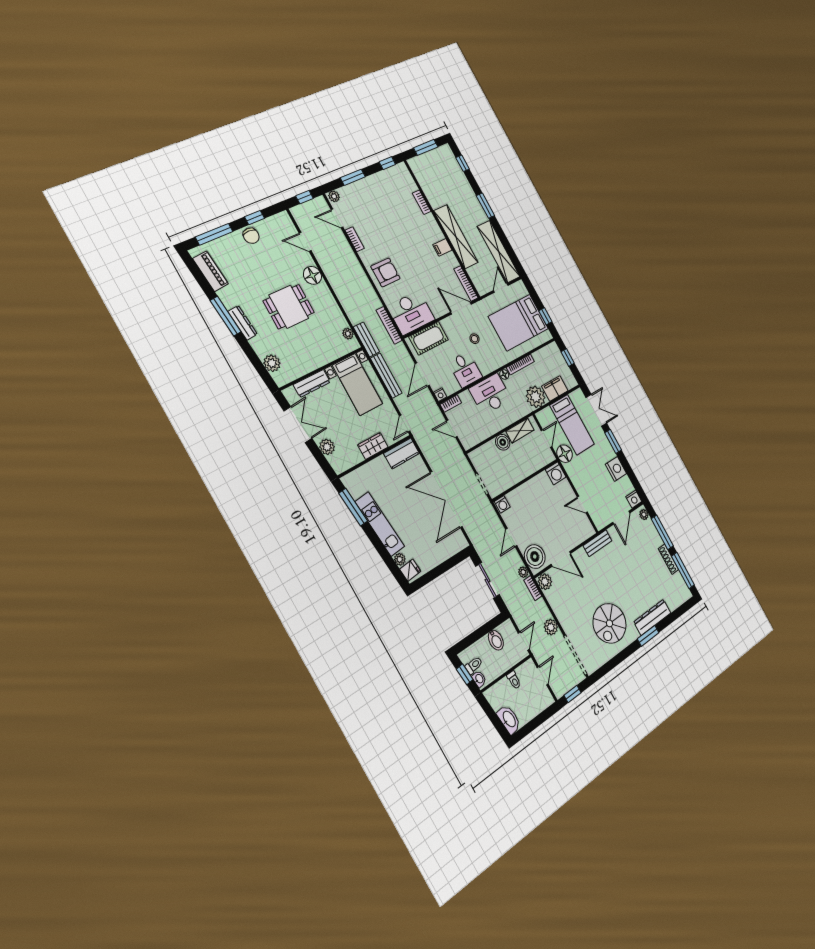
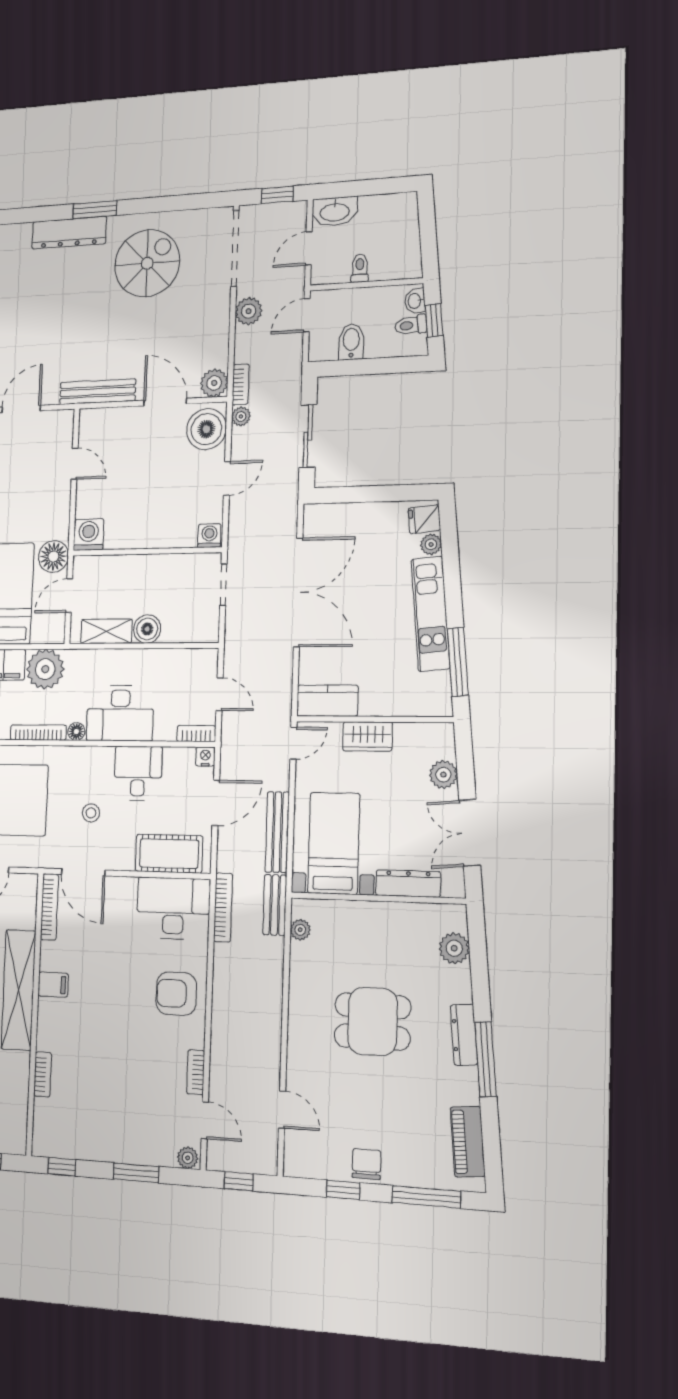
floor lamp: (312, 275) -> (303, 1051), removed
bench: (598, 543) -> (98, 392), width x1.36
washbasin: (509, 719) -> (335, 212), moved, turned -85

